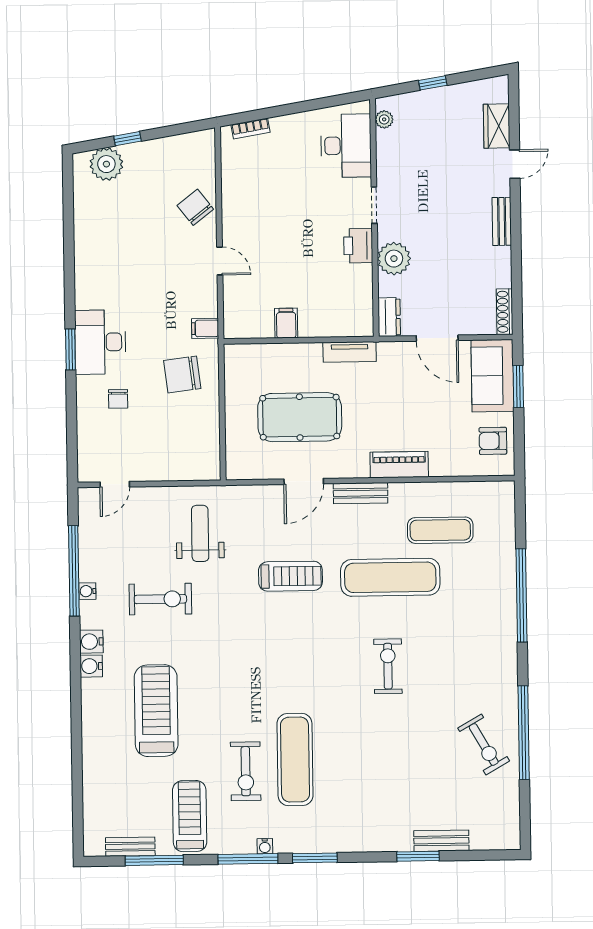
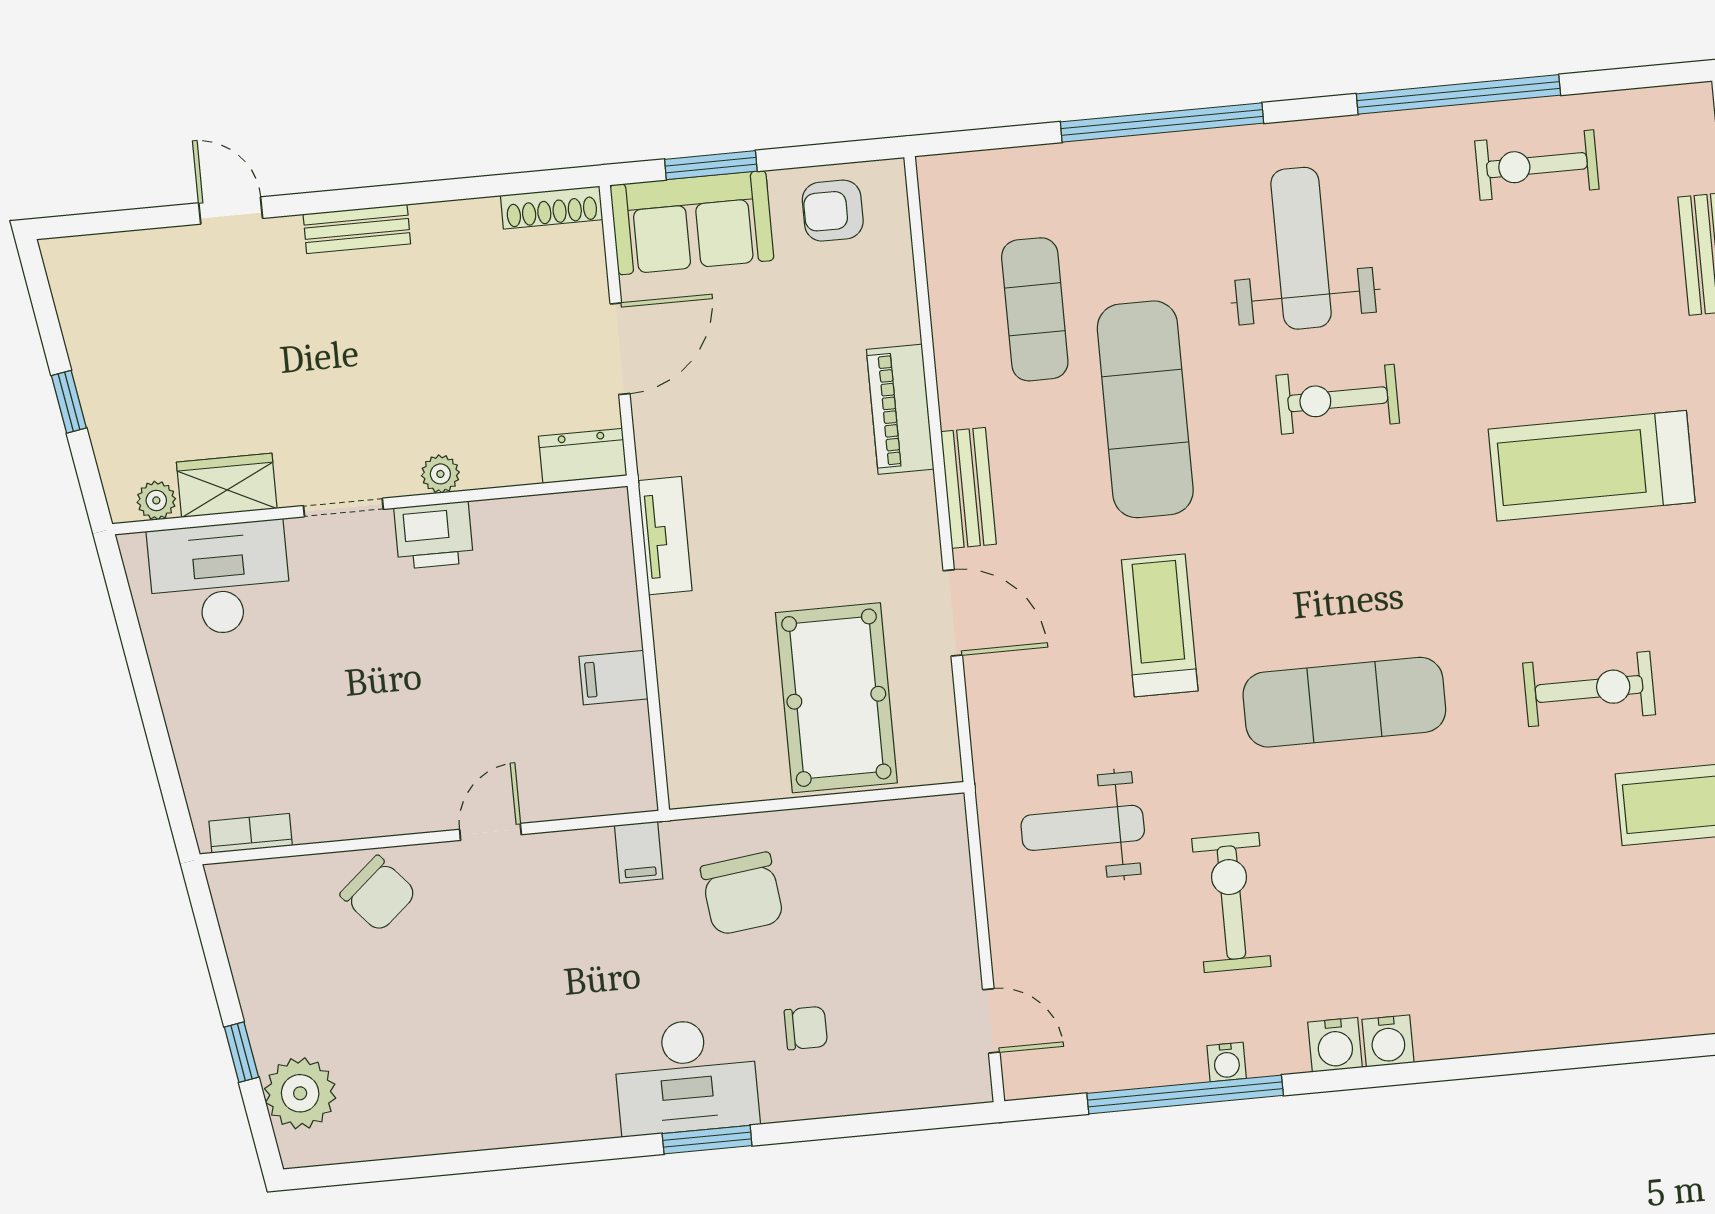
wardrobe: (497, 126) -> (227, 485), moved, turned 180
bookcase: (251, 128) -> (251, 833), moved, turned -81
chair: (195, 207) -> (378, 894), turned -93
plant: (394, 259) -> (440, 474), width x0.53, depth x0.53
pool table: (300, 417) -> (836, 698), moved
armchair: (493, 441) -> (833, 211), turned 90
weight bench: (459, 655) -> (1301, 248), added
treadmill: (156, 711) -> (1592, 466), moved
exercise bike: (484, 745) -> (1537, 165), moved, turned -150
exercise mat: (295, 759) -> (1344, 702), moved

